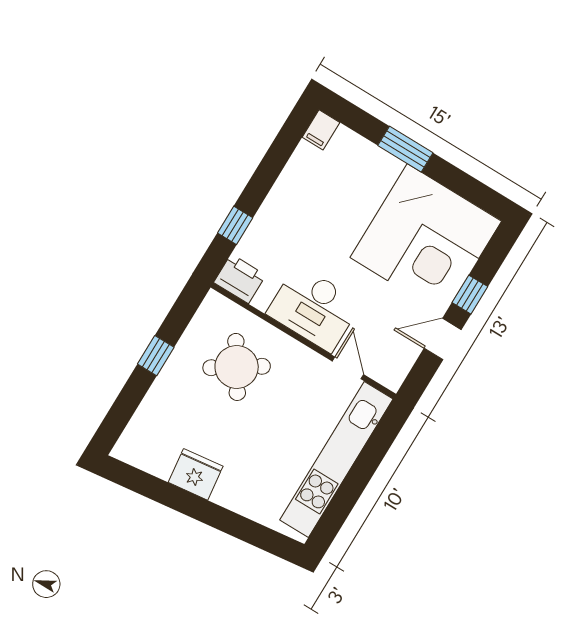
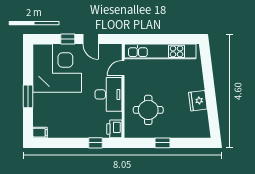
round table: (237, 367) -> (148, 110), turned 33

